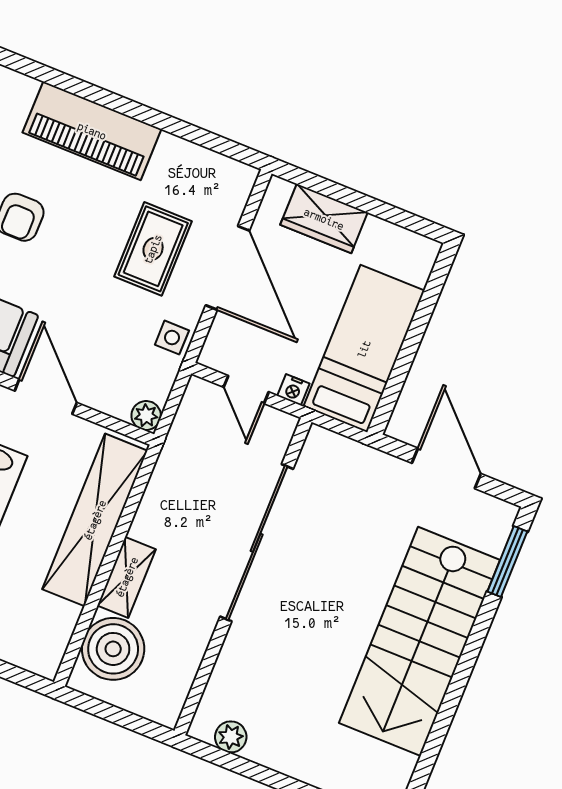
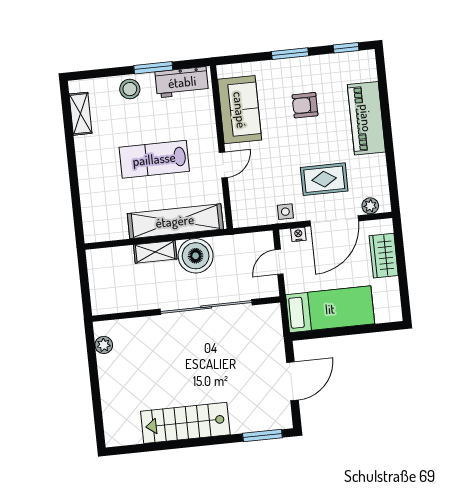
nightstand: (293, 390) -> (298, 234), moved, turned 90
door: (46, 397) -> (223, 165), width x0.73
plant: (146, 415) -> (370, 206), moved
stairs: (419, 641) -> (185, 423), width x0.73, depth x0.66
boiler: (113, 649) -> (196, 256), moved

